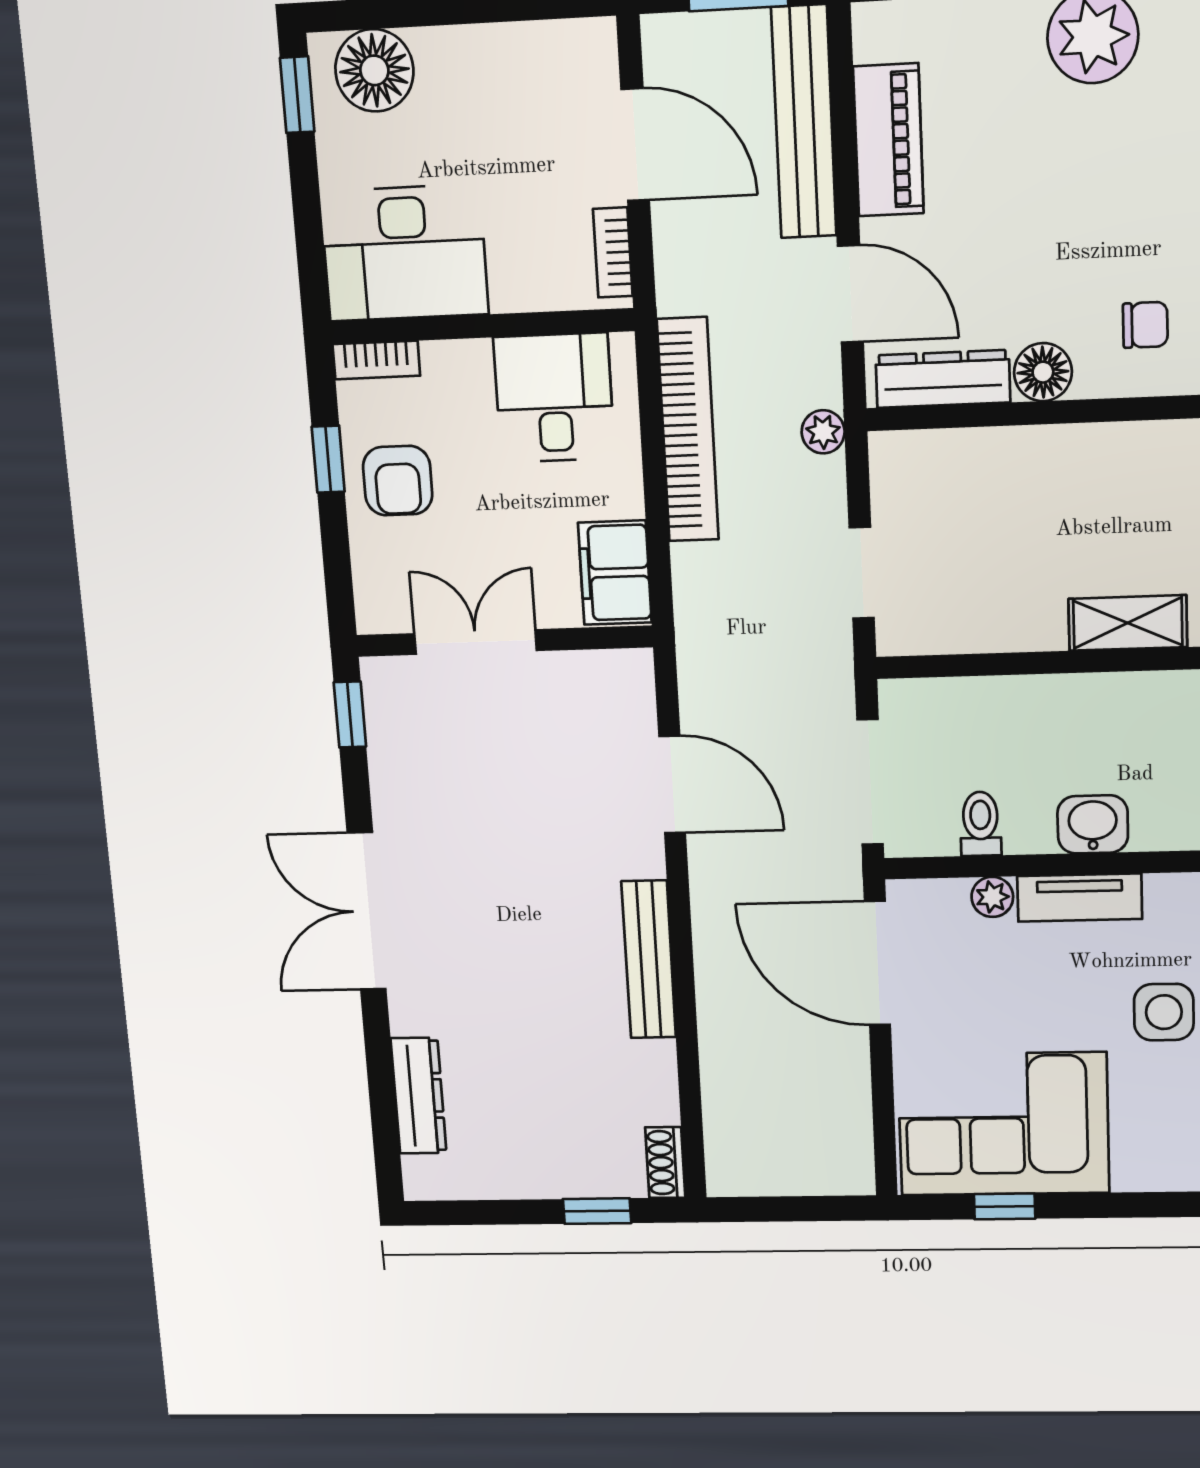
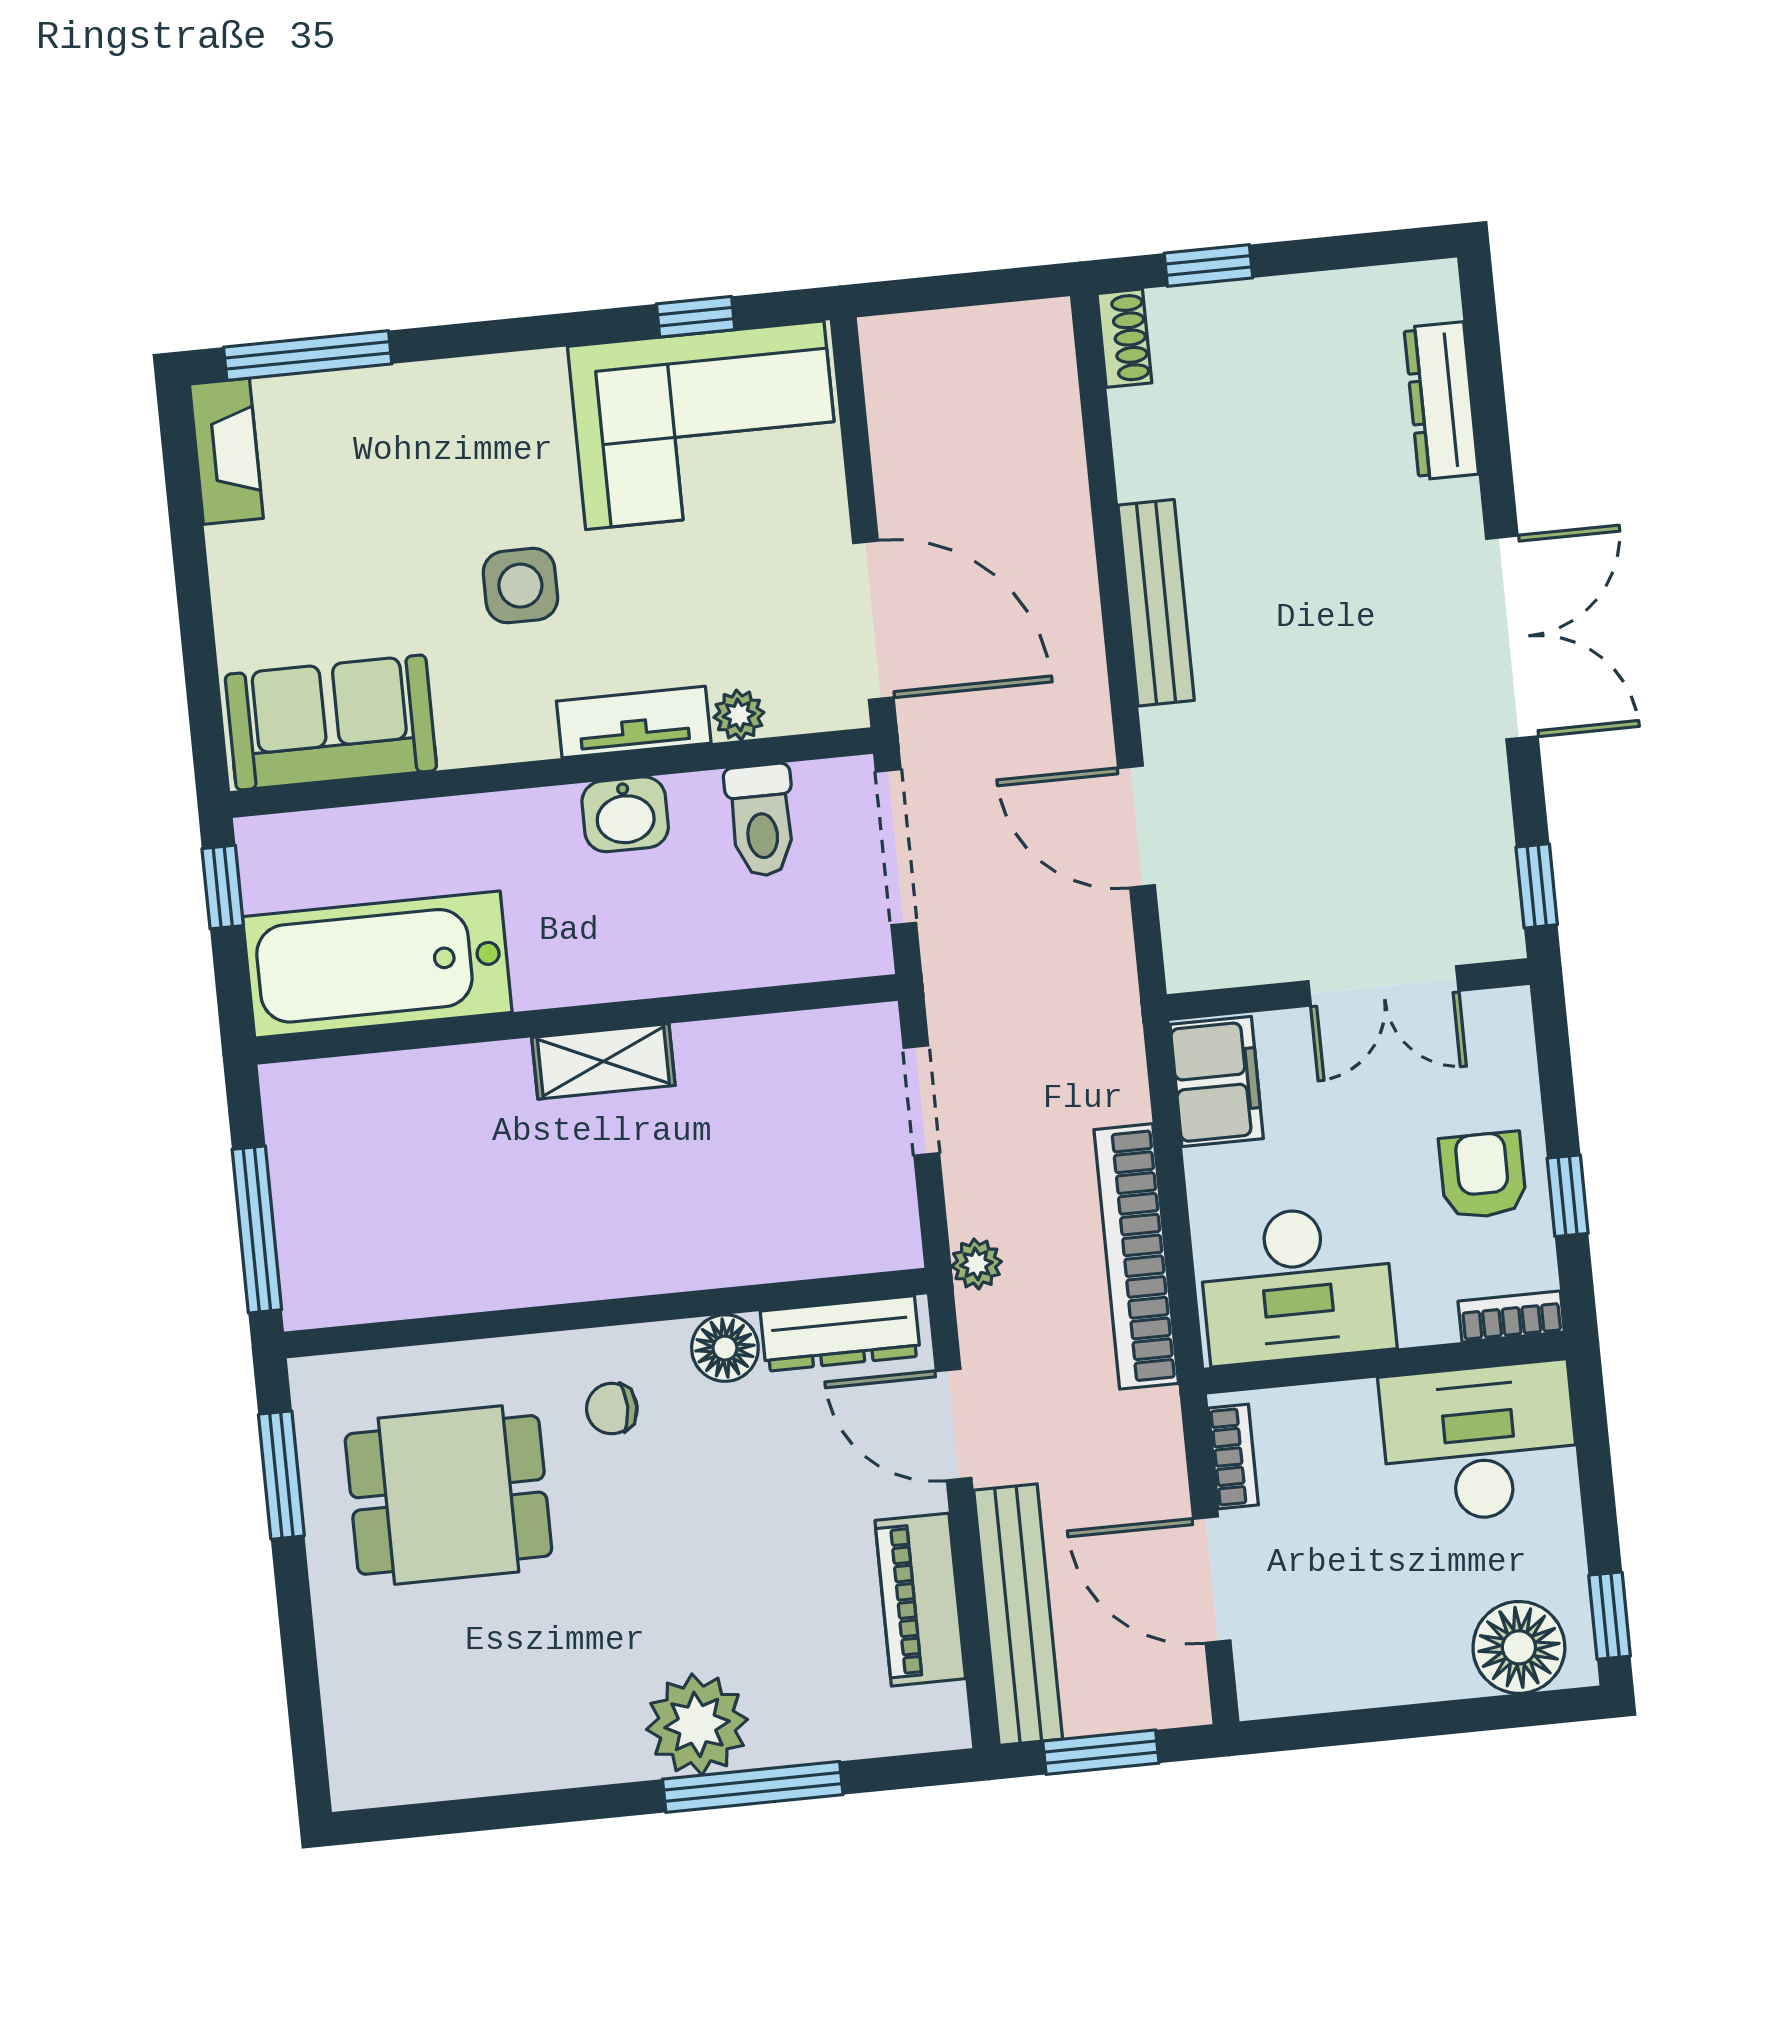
desk: (554, 398) -> (1297, 1285), width x1.37
toilet: (980, 824) -> (761, 820), width x1.37, depth x1.39

